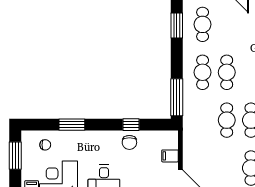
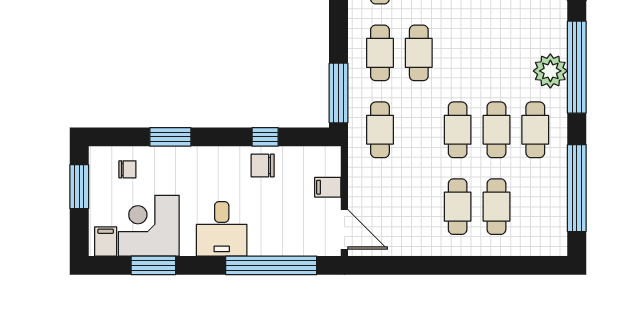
cafe table: (227, 120) -> (380, 130), moved
chair: (129, 142) -> (263, 166), turned 90

